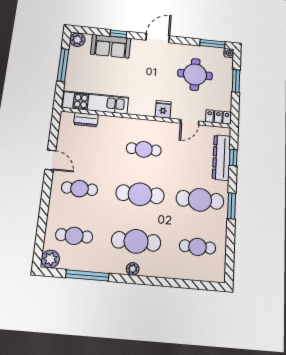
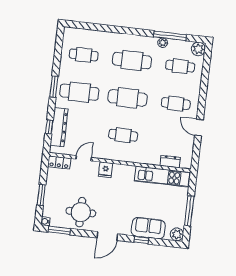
round table: (195, 74) -> (81, 212), moved
plant: (133, 269) -> (163, 43), moved

